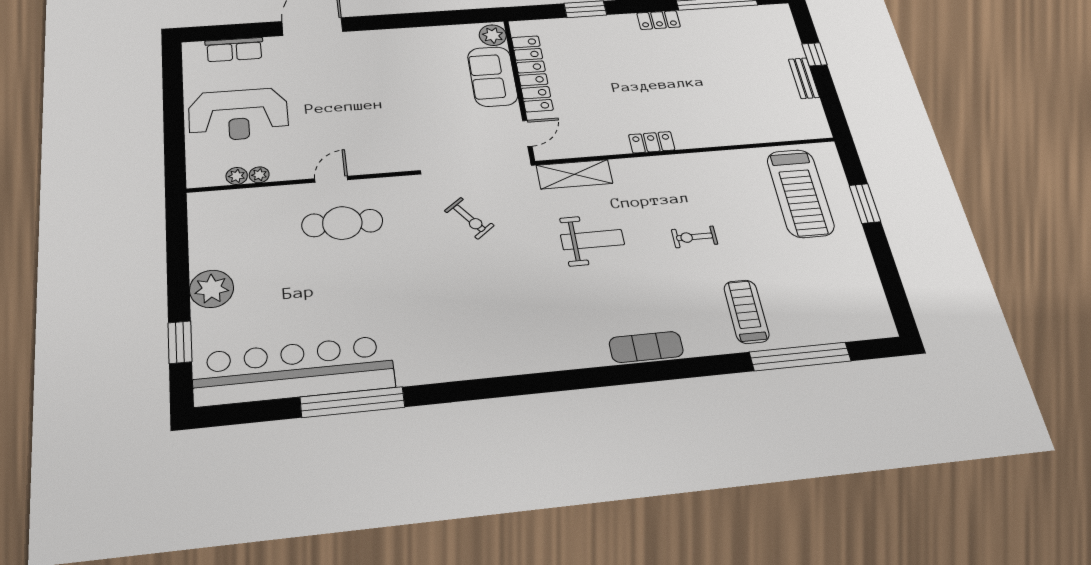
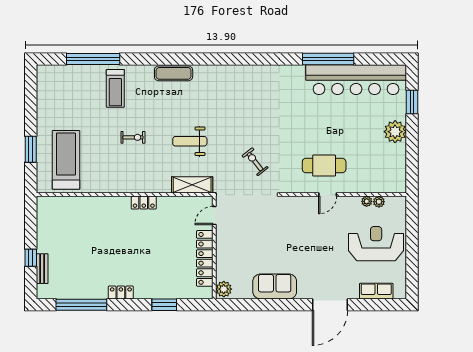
sofa: (493, 76) -> (275, 286), moved, turned -90
bench: (804, 78) -> (42, 269), moved

